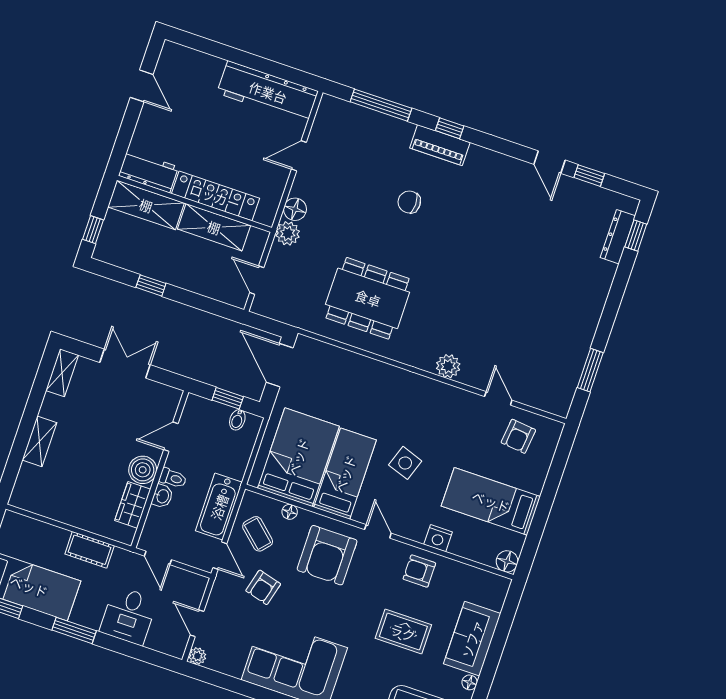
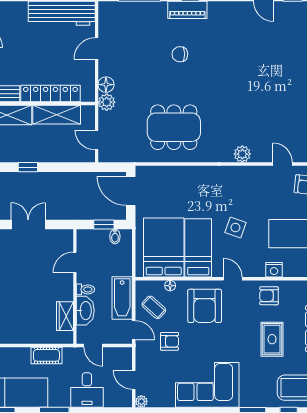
boiler: (143, 470) -> (64, 291), removed
washbasin: (162, 496) -> (85, 311), width x1.91, depth x1.45
armchair: (263, 587) -> (170, 341), turned -105
rug: (403, 632) -> (272, 339), turned 90

